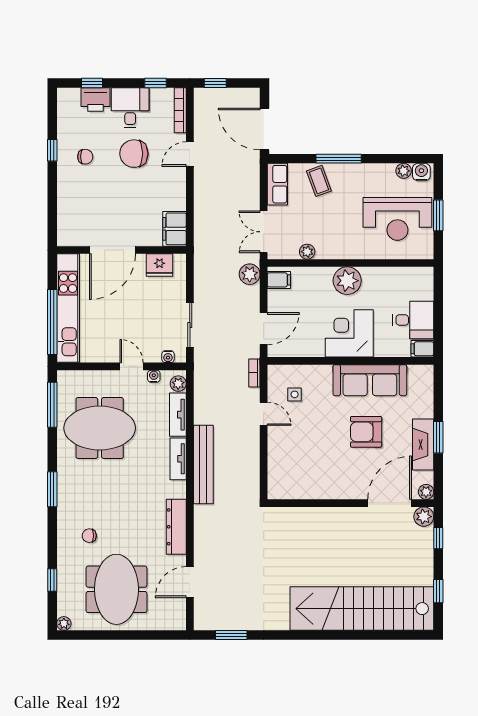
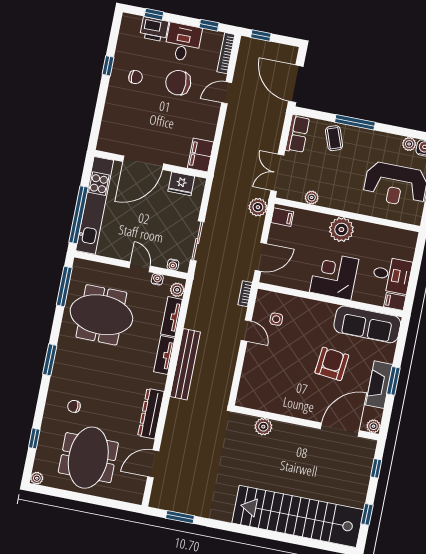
sofa: (370, 380) -> (367, 324), moved
armchair: (366, 432) -> (332, 364), turned 96
plant: (424, 517) -> (263, 427), moved

